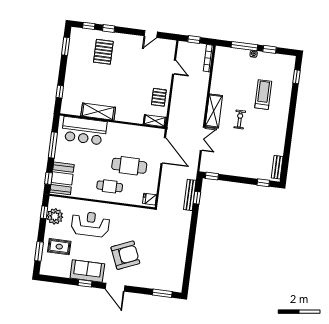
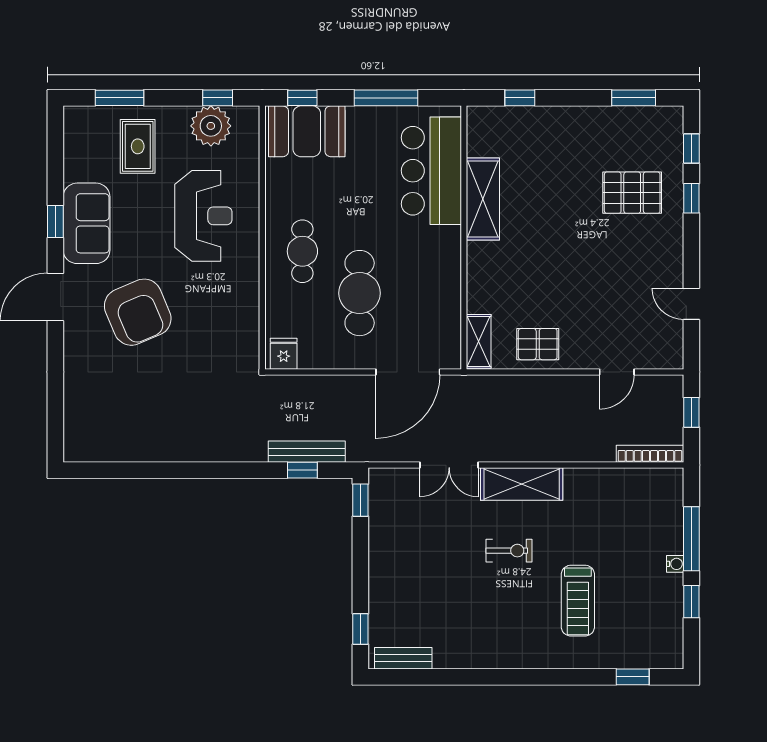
treadmill: (263, 95) -> (578, 601), turned 90
window: (162, 293) -> (55, 415), removed

